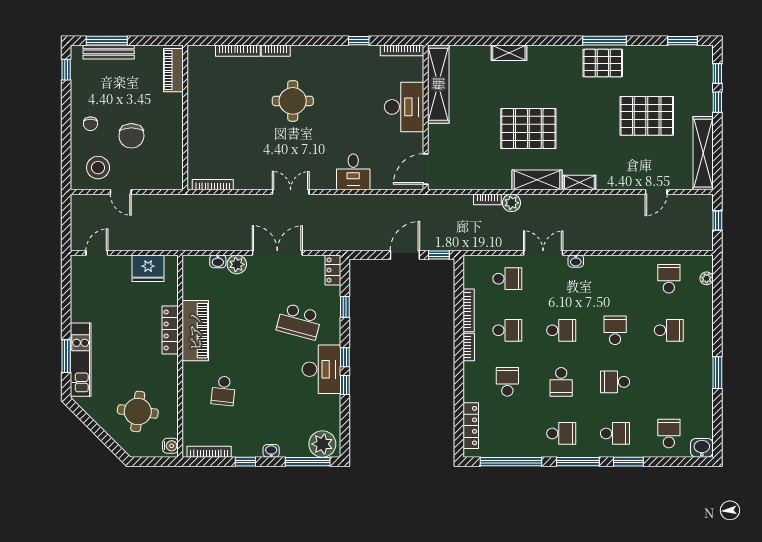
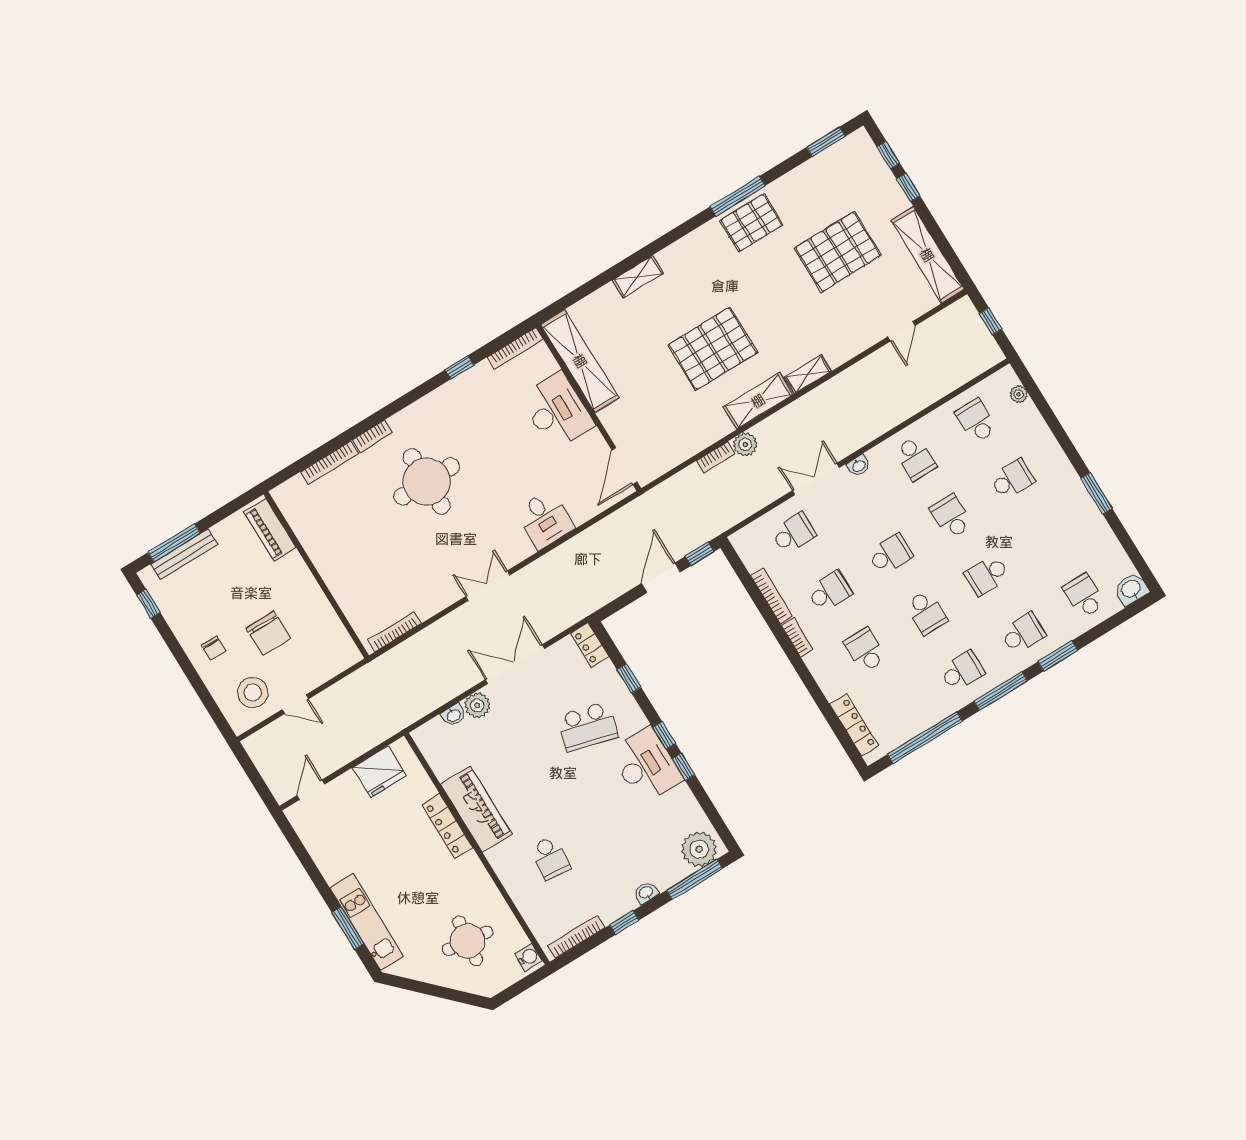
round table: (293, 101) -> (427, 481), width x1.36, depth x1.36
school desk: (615, 279) -> (915, 458), added

